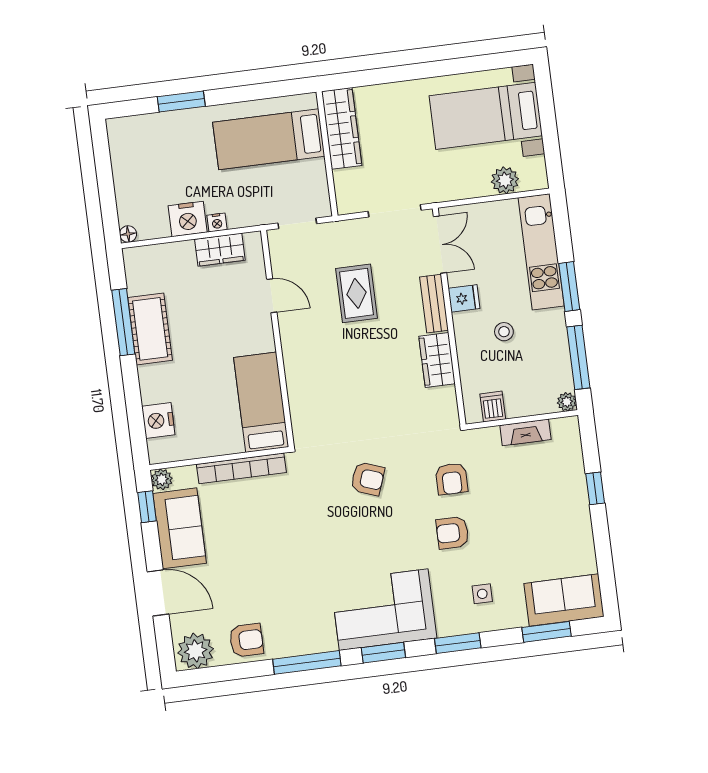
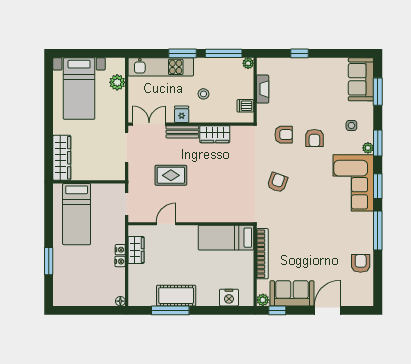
wardrobe: (342, 128) -> (62, 158), moved, turned 90
nightstand: (188, 219) -> (120, 261), width x0.53, depth x0.56
plant: (196, 651) -> (368, 148), moved, width x0.53, depth x0.53

